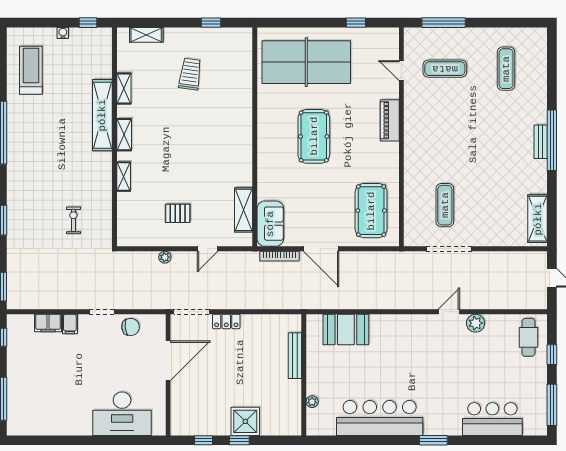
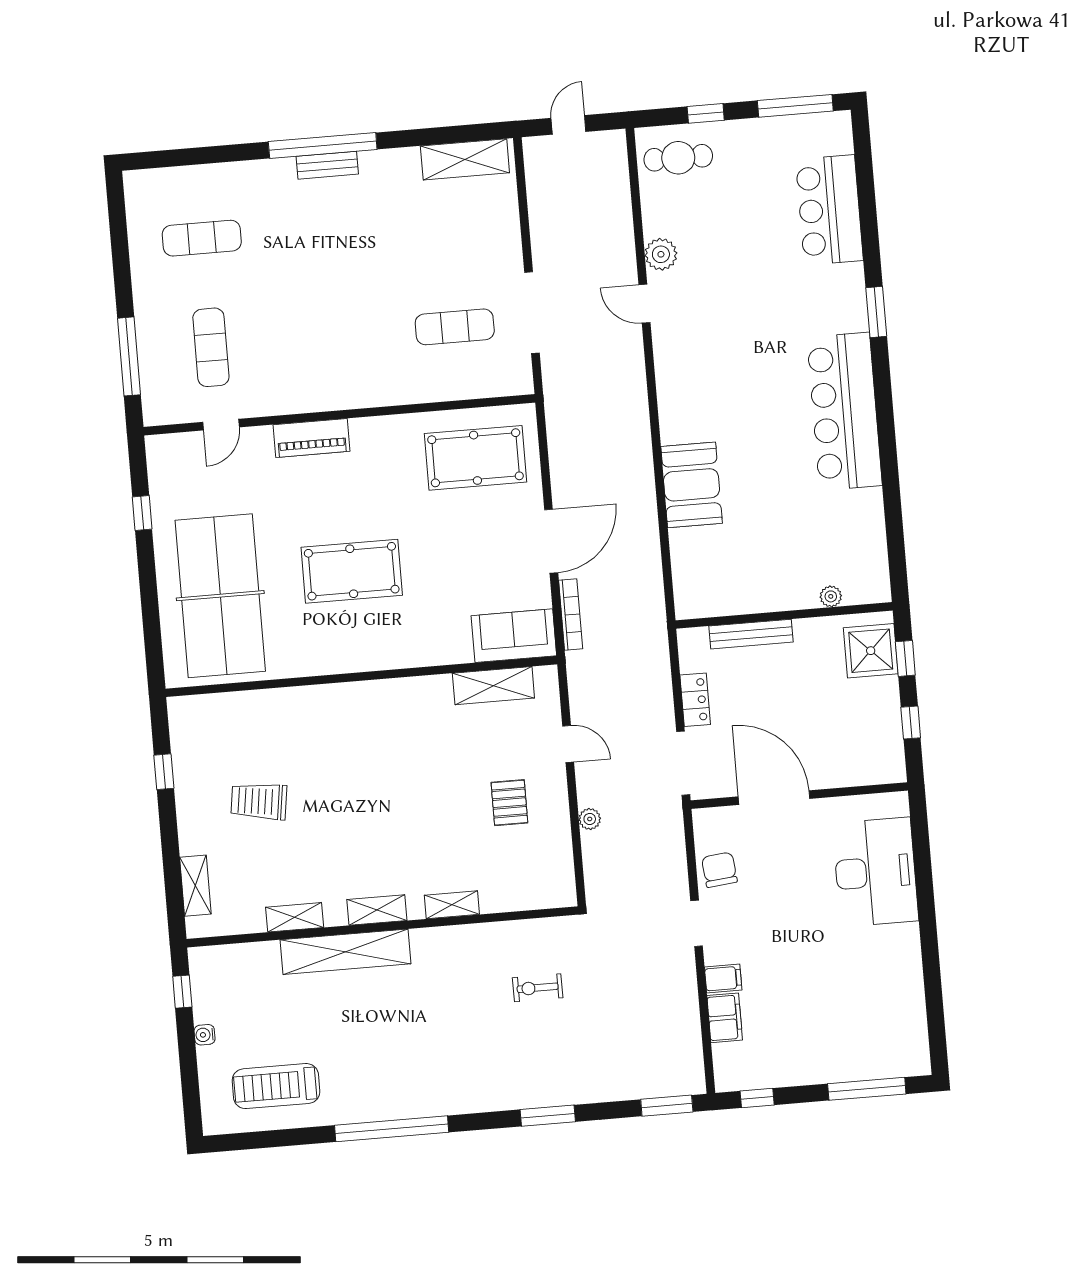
bench: (295, 356) -> (751, 634), moved
wall: (304, 375) -> (784, 615), moved
plant: (312, 402) -> (831, 596), moved

